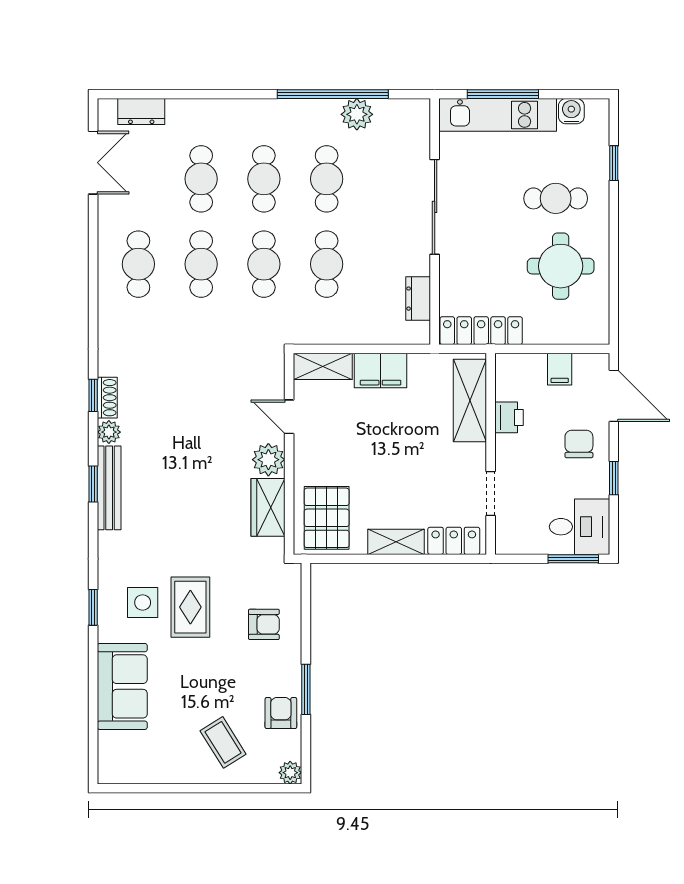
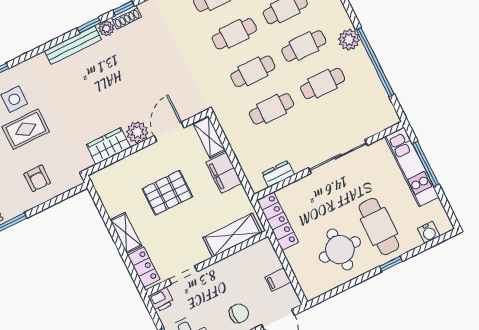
water cooler: (571, 111) -> (429, 232), moved, turned 90
plant: (357, 114) -> (349, 40), moved
window: (614, 163) -> (391, 264), moved
cafe table: (556, 198) -> (379, 226), width x1.37, depth x1.35
door: (289, 417) -> (169, 132), width x1.38
printer: (509, 417) -> (161, 300), moved
window: (93, 484) -> (89, 25), moved
pallet: (327, 518) -> (167, 193), moved

